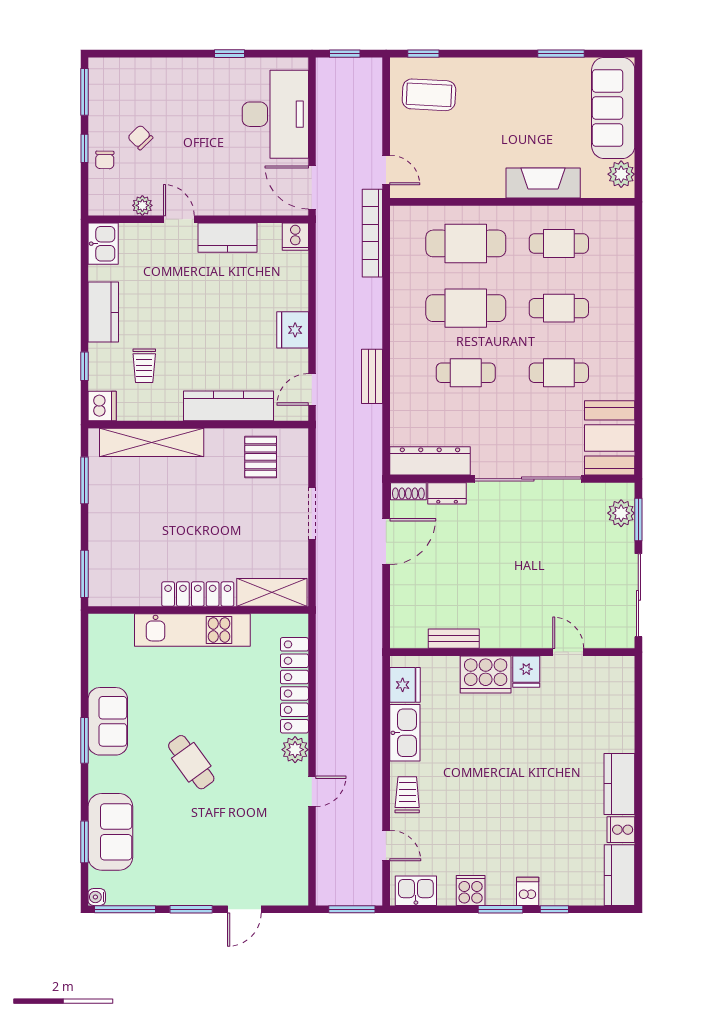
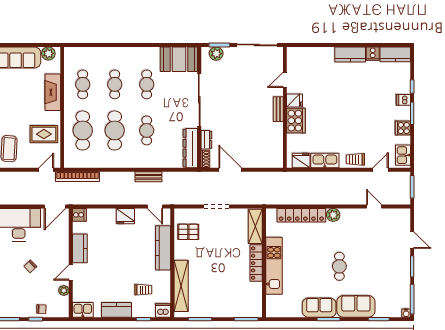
chair: (140, 137) -> (30, 266), moved
rug: (458, 165) -> (44, 134), added
bench: (454, 639) -> (278, 109), moved
cafe table: (191, 762) -> (339, 266), turned -54
door: (312, 791) -> (374, 207), moved
sofa: (110, 832) -> (356, 306), moved

